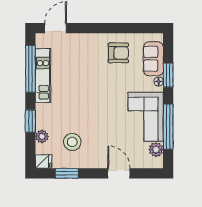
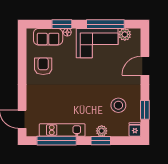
plant: (42, 136) -> (102, 131), moved

